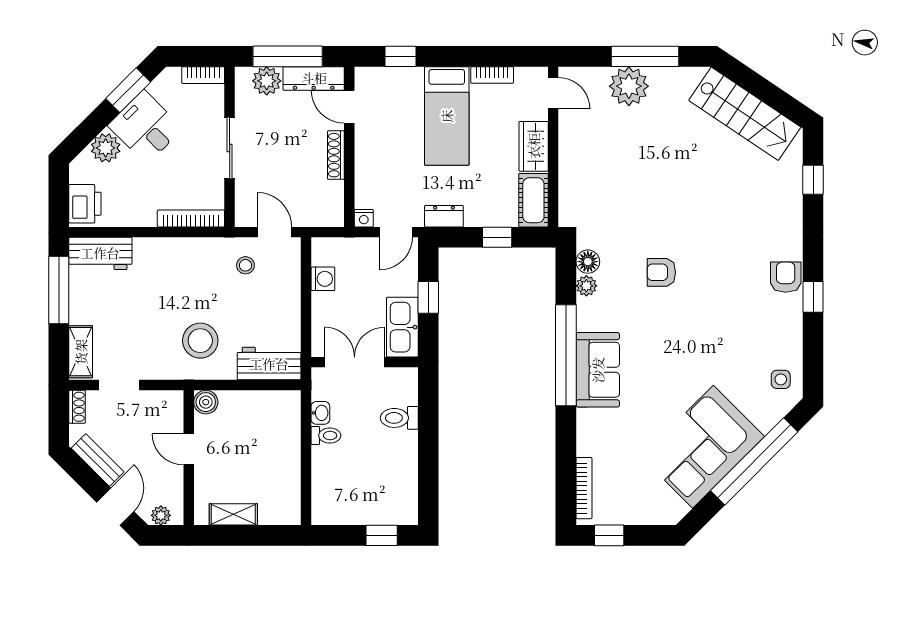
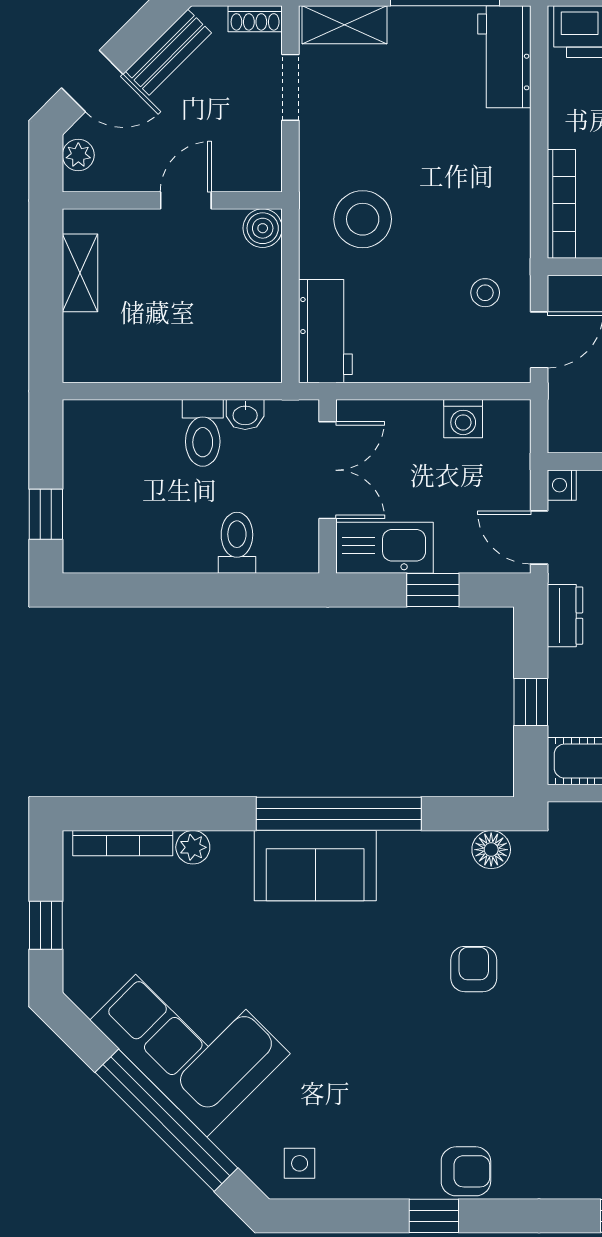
plant: (586, 286) -> (193, 847), moved
toilet: (326, 436) -> (203, 433), width x1.37, depth x1.39
window: (609, 535) -> (46, 925), moved

